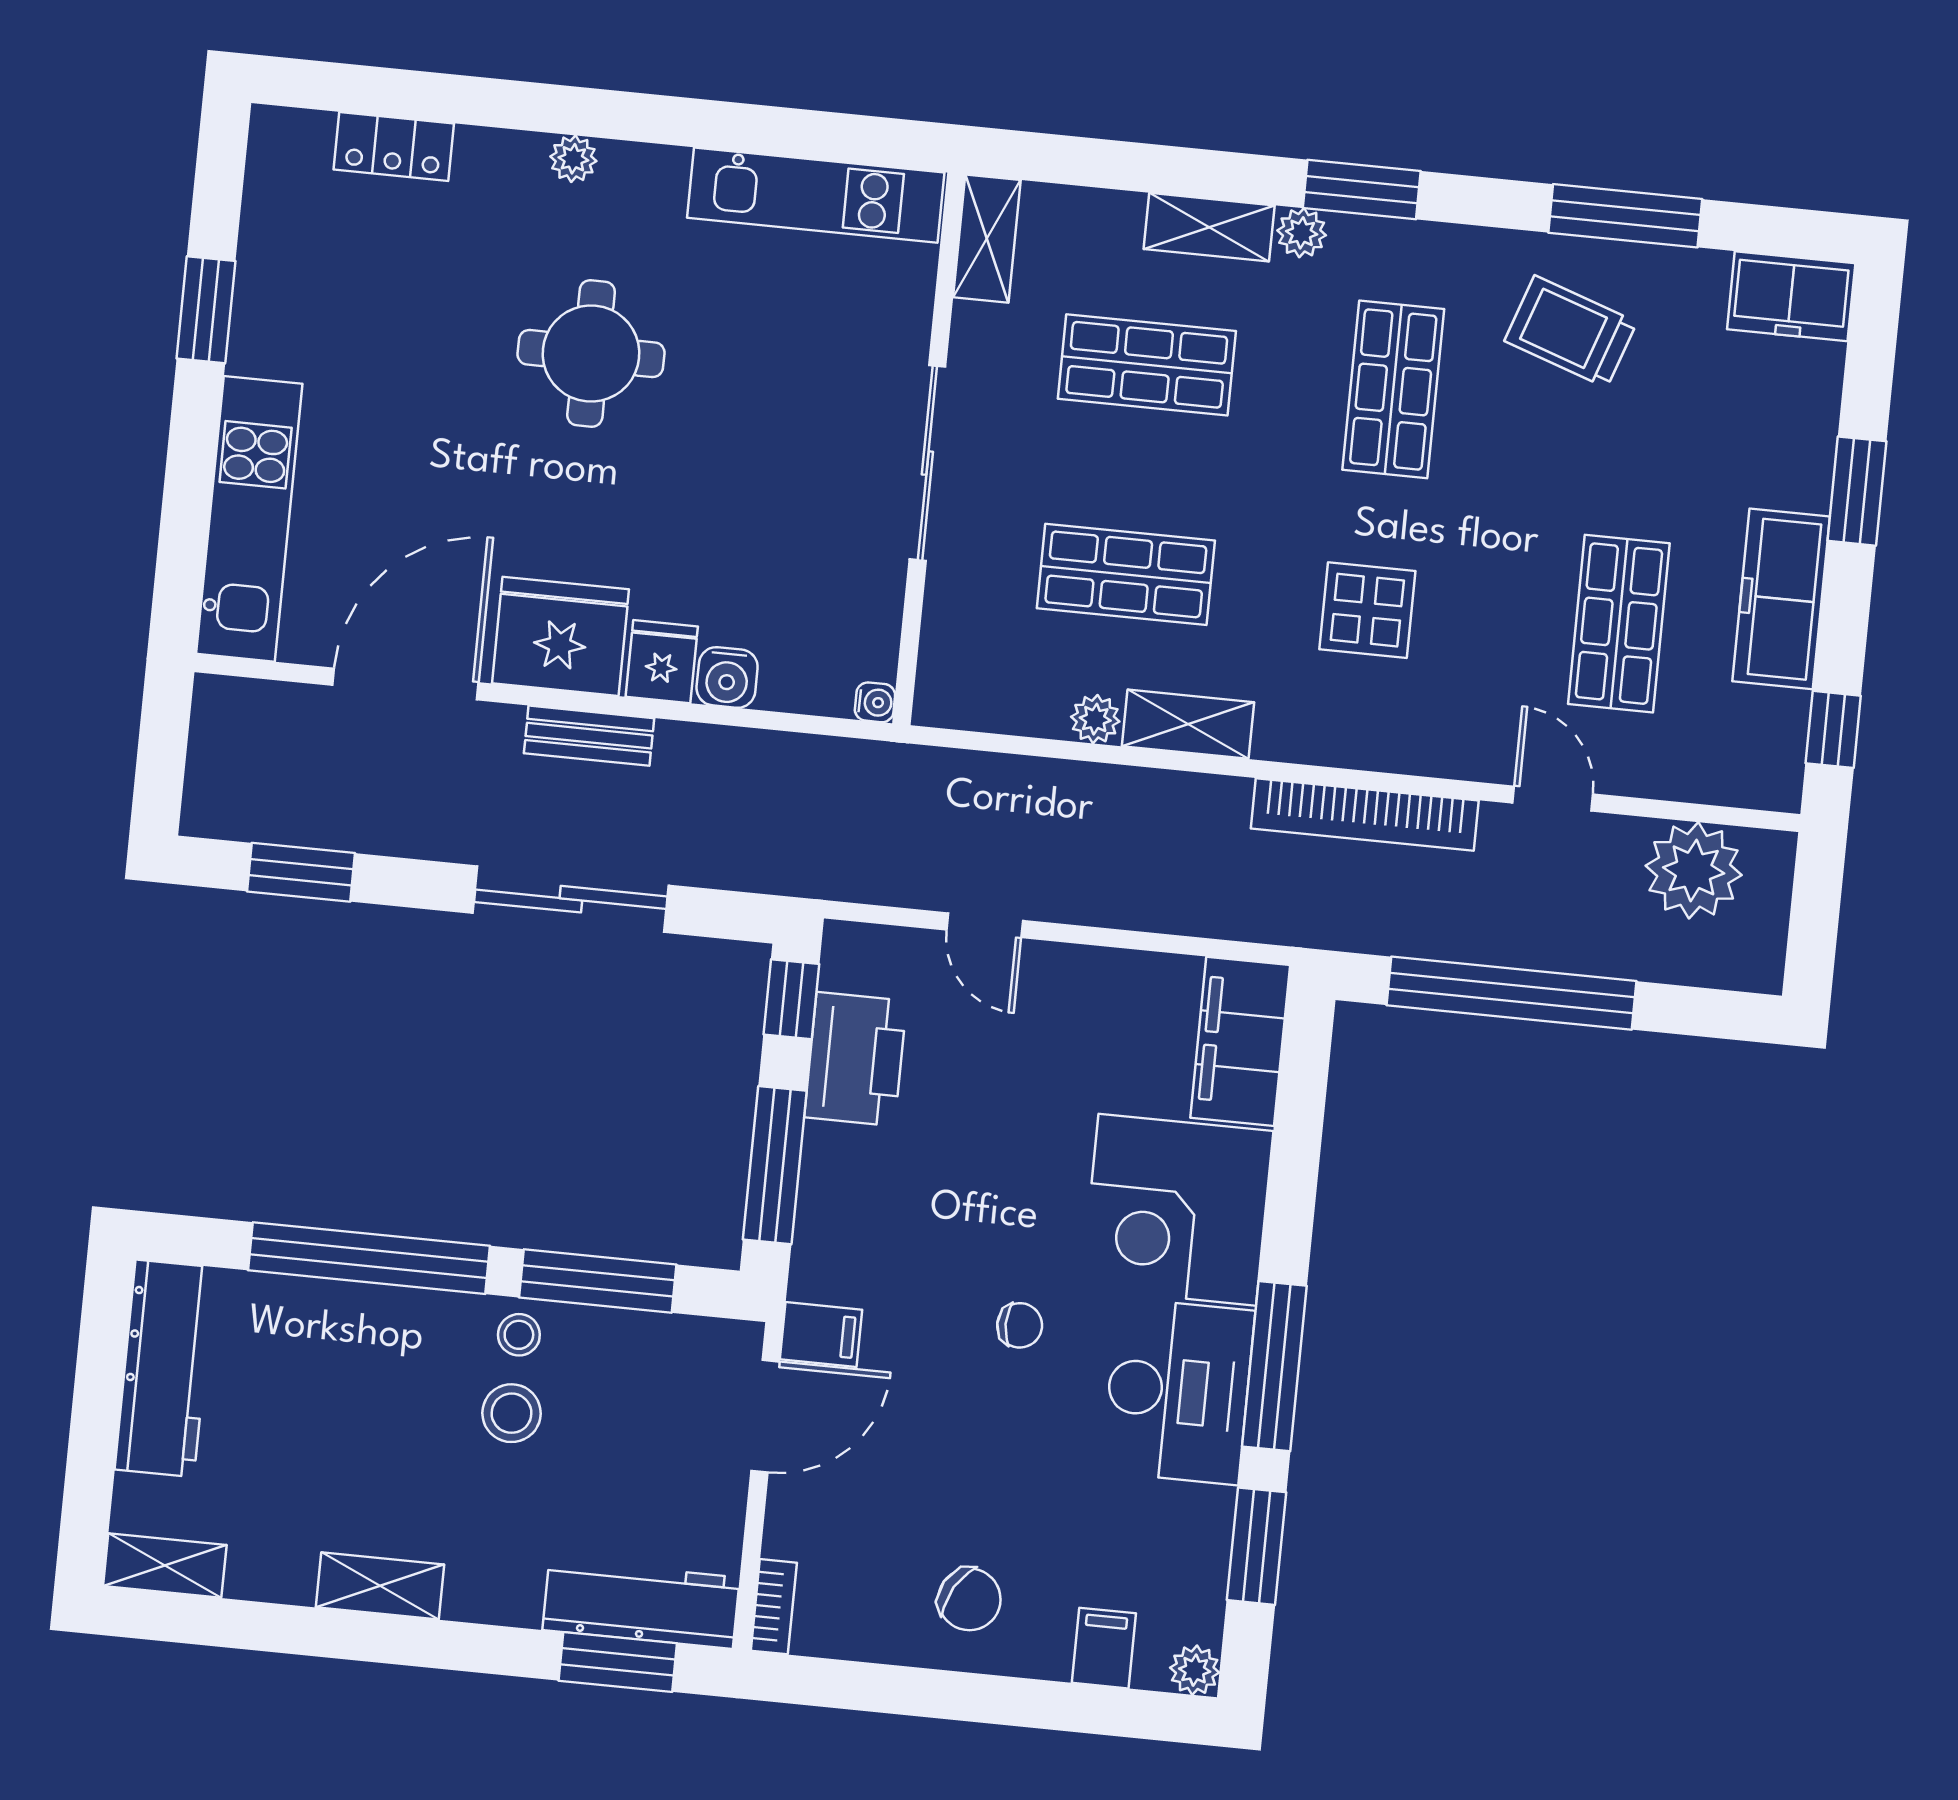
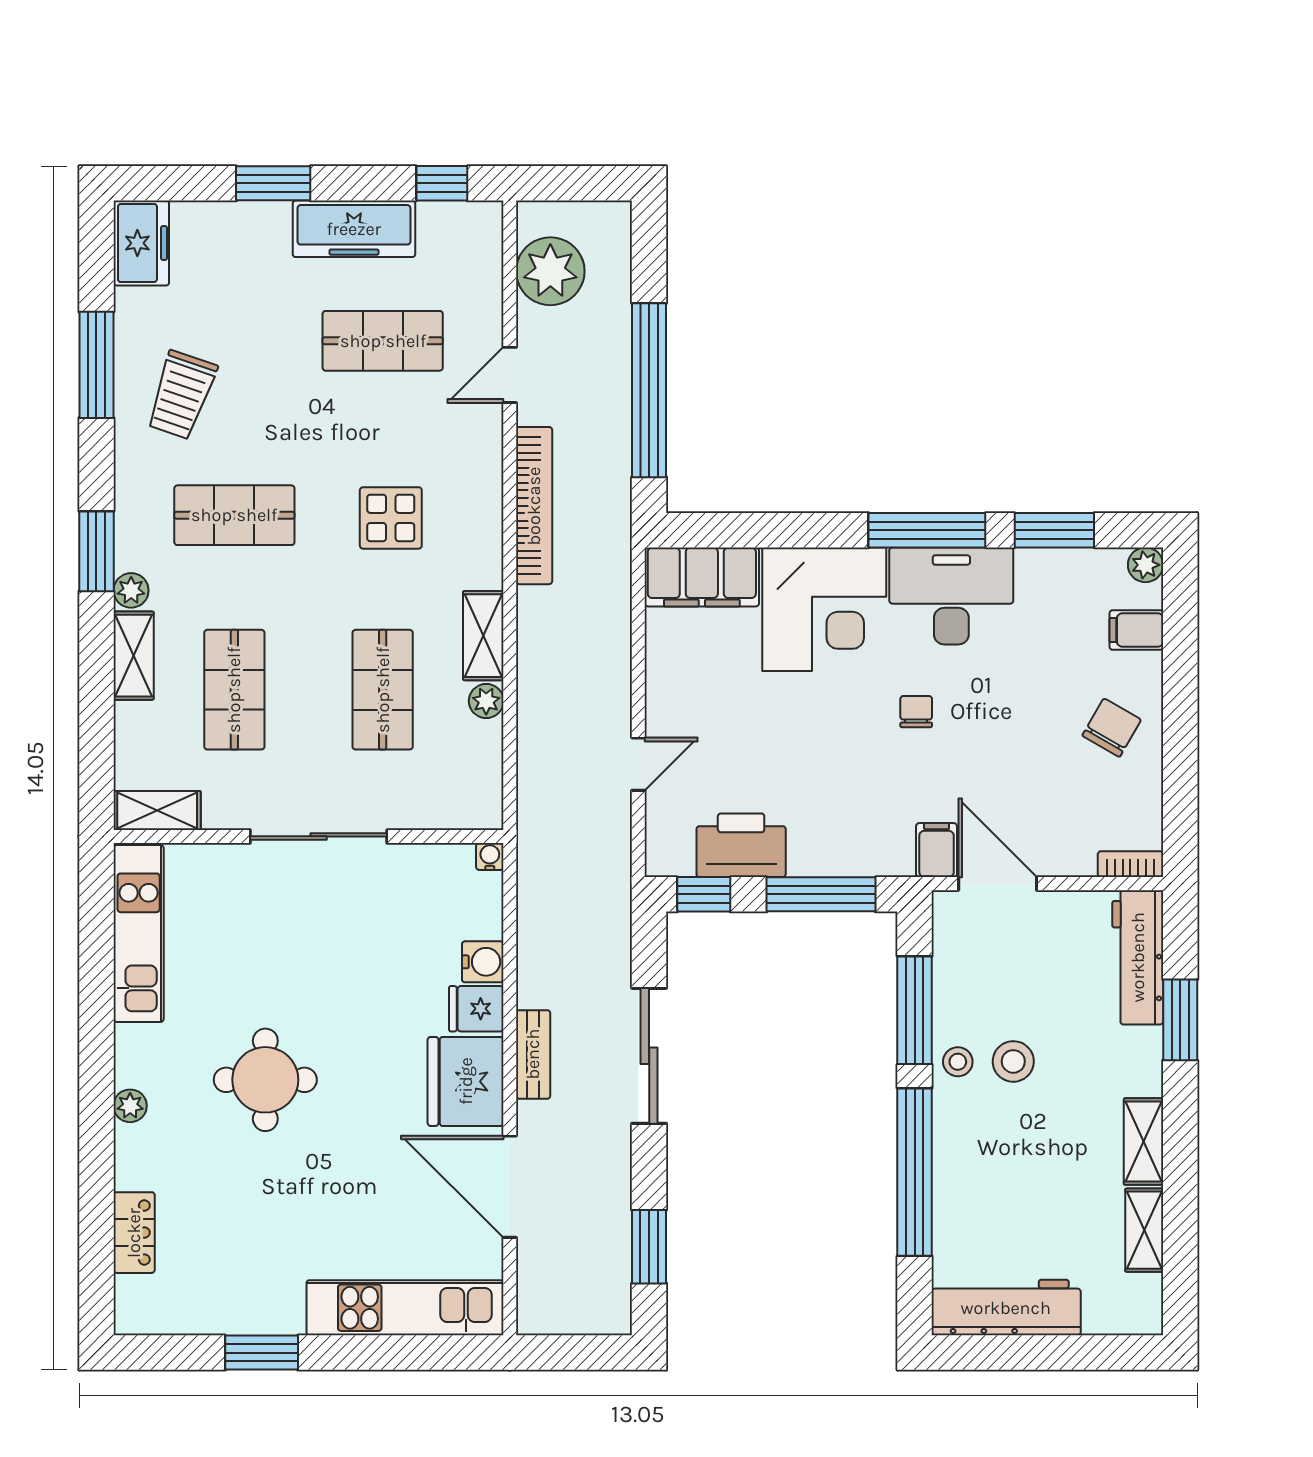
shelving: (165, 1565) -> (1144, 1230), moved
window: (618, 1662) -> (1180, 1020), moved

